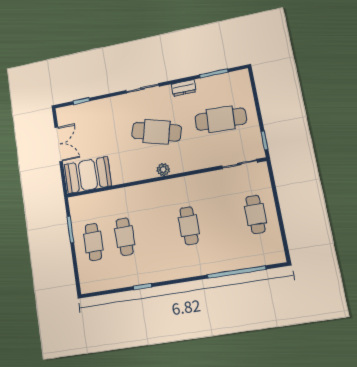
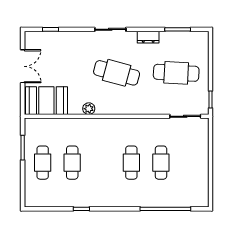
plant: (163, 170) -> (89, 109), moved
cafe table: (255, 214) -> (161, 163), moved

